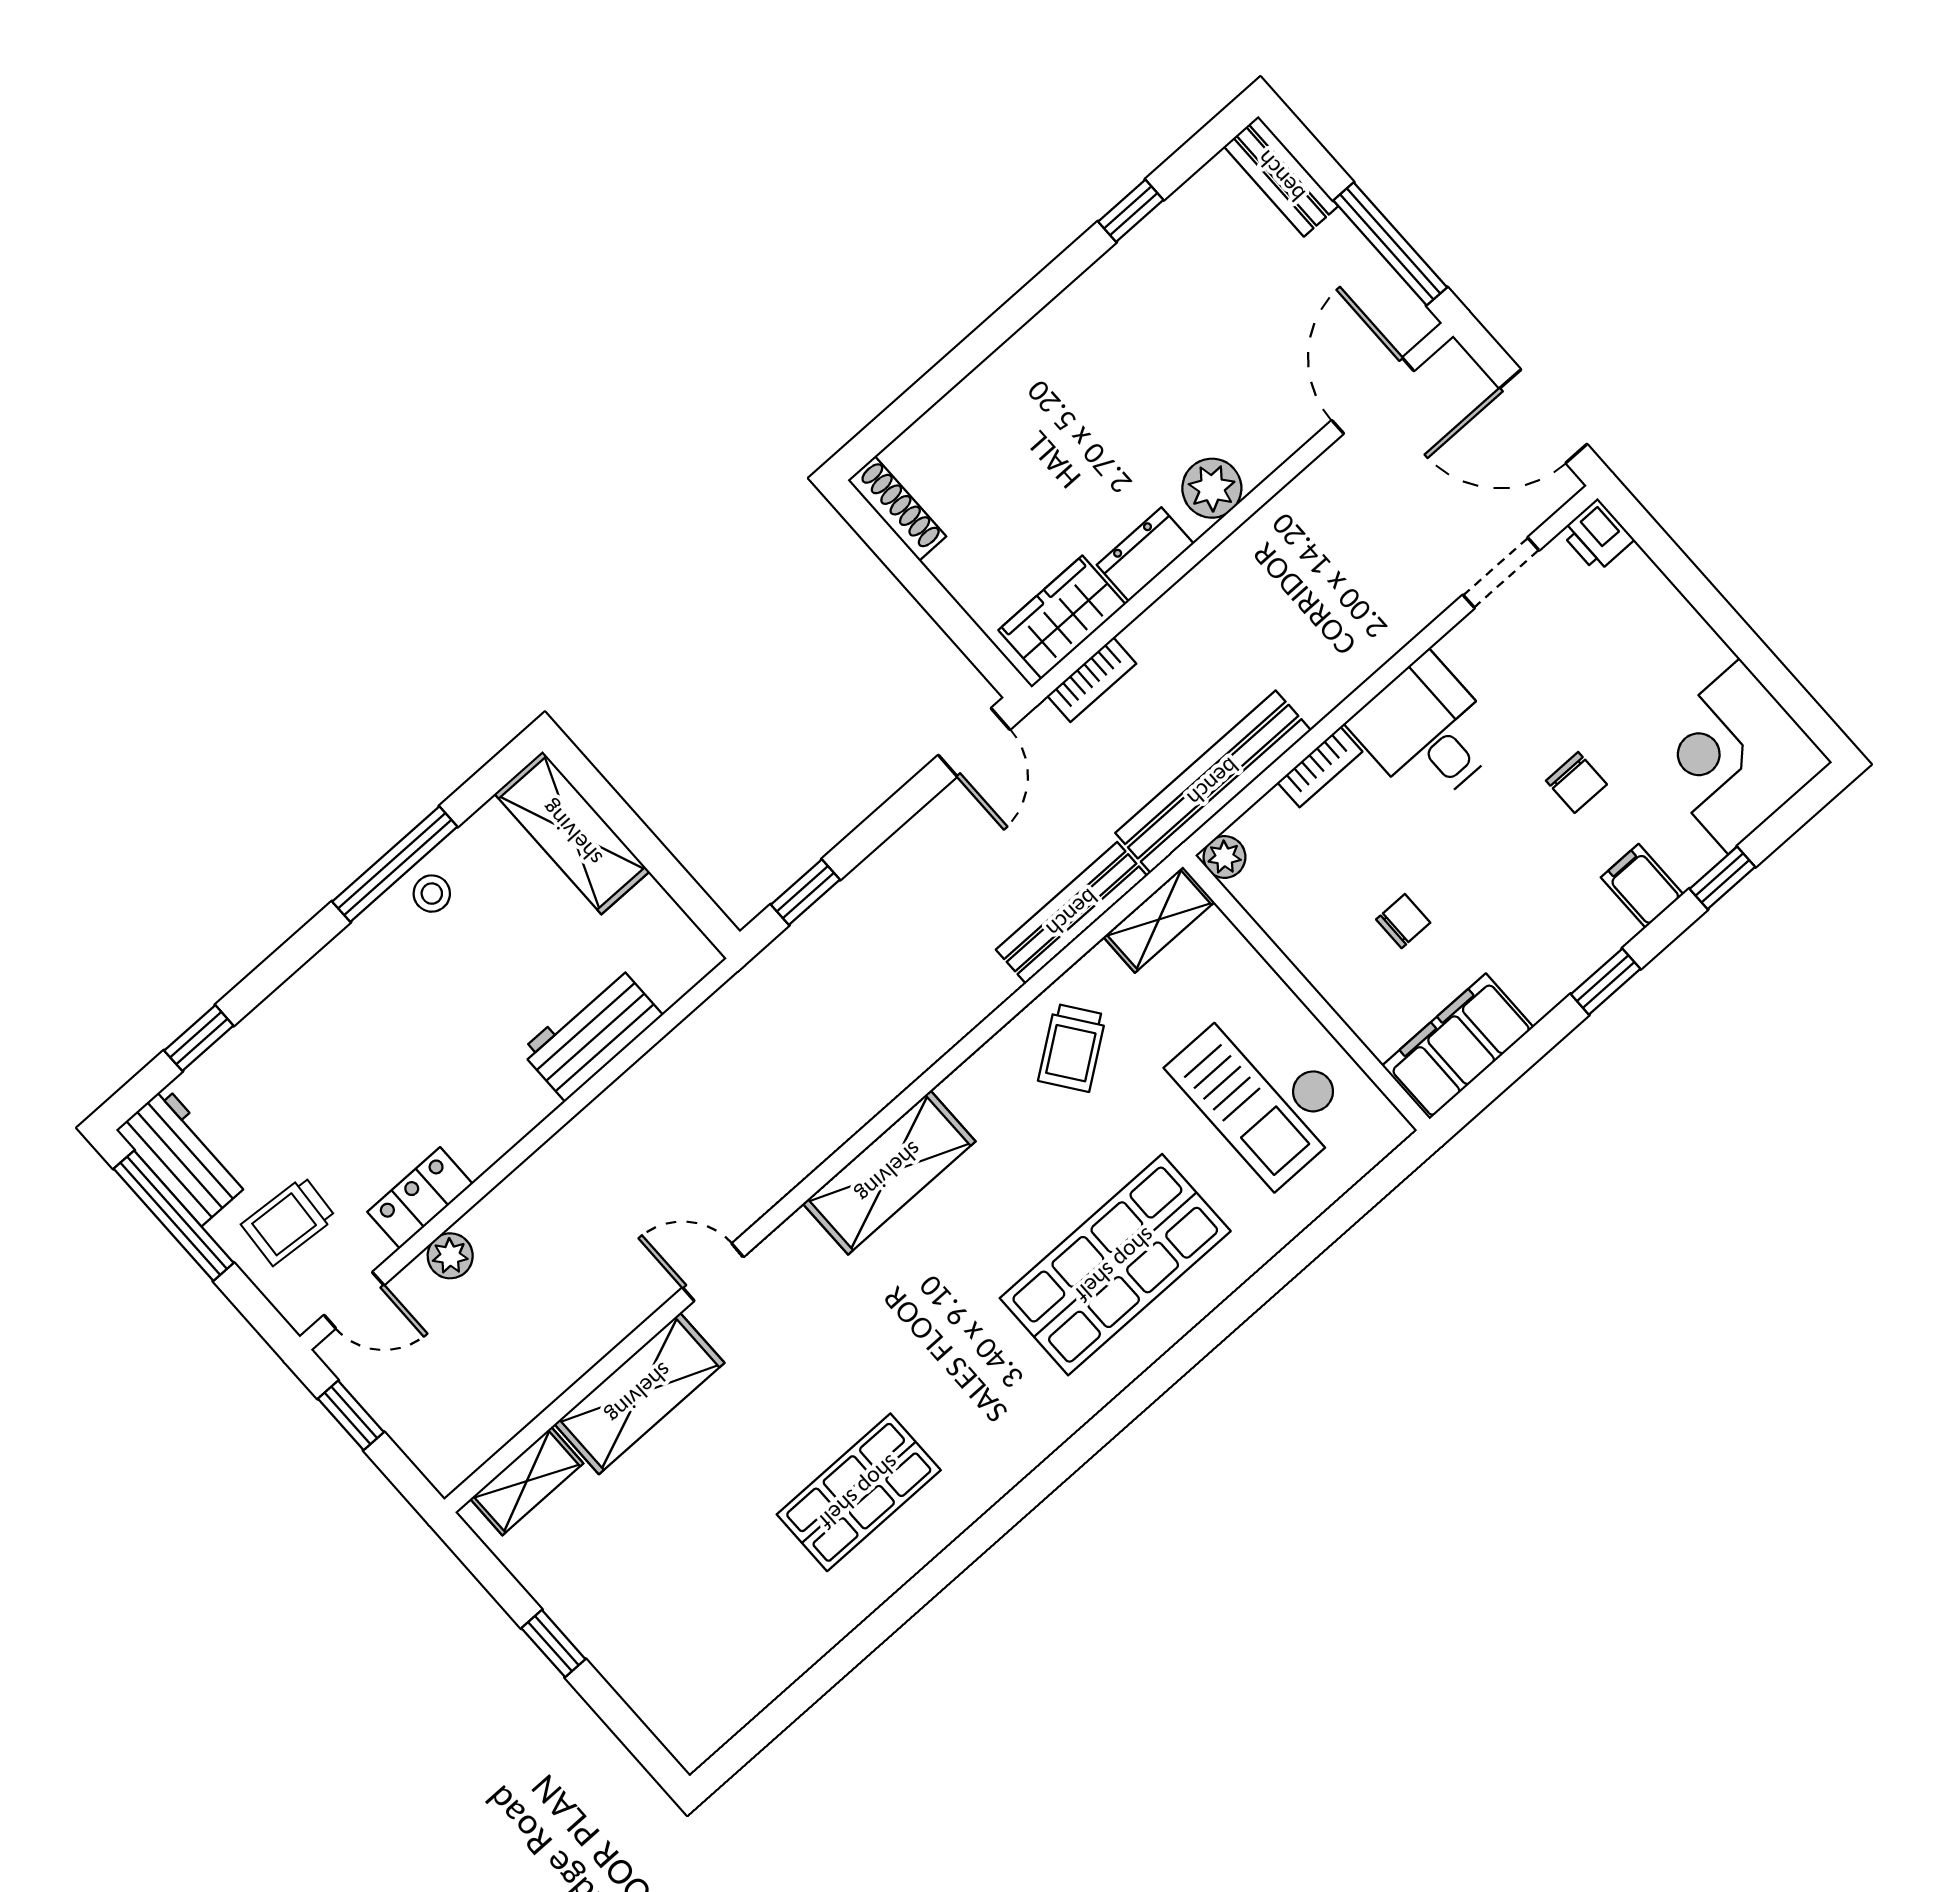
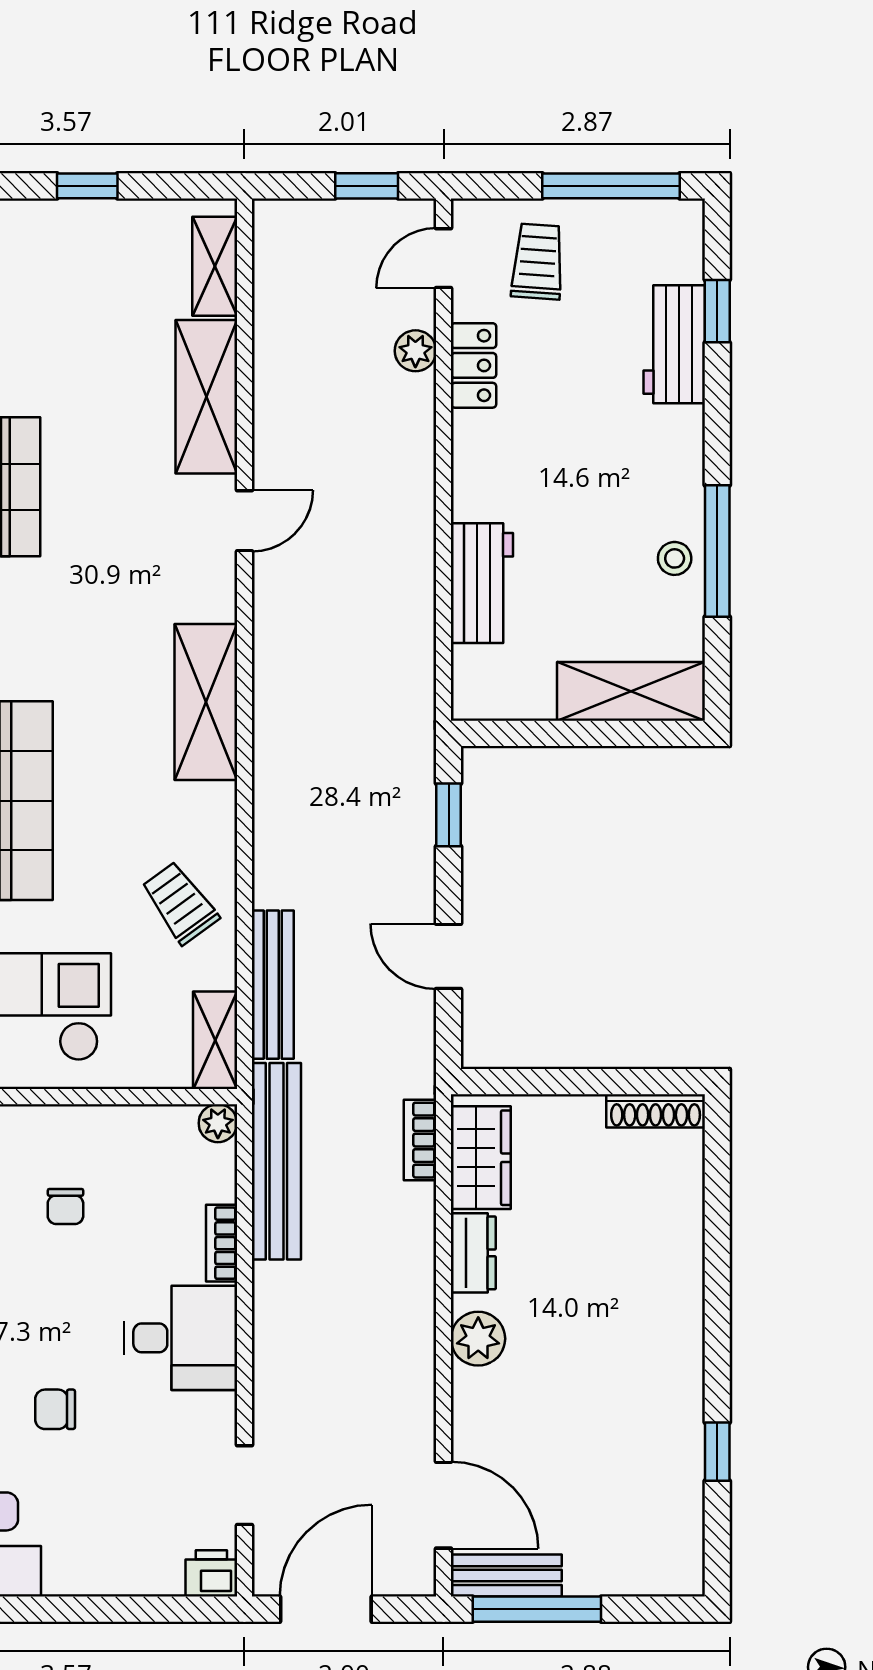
bench: (1281, 176) -> (506, 1576), moved
door: (974, 742) -> (449, 956), moved
workbench: (184, 1156) -> (674, 344), moved, turned 90

